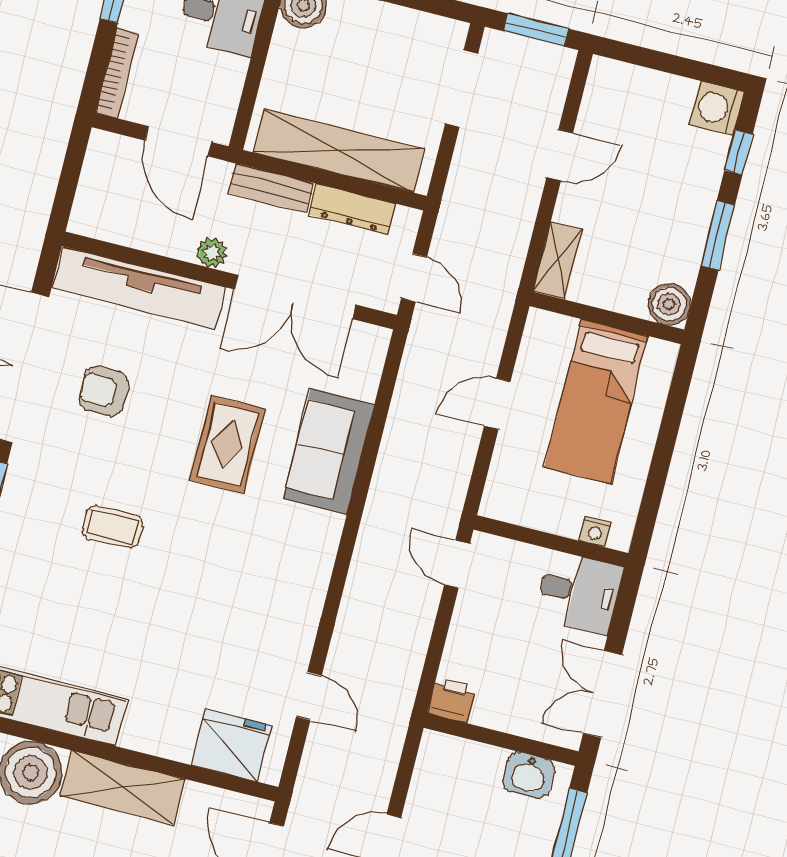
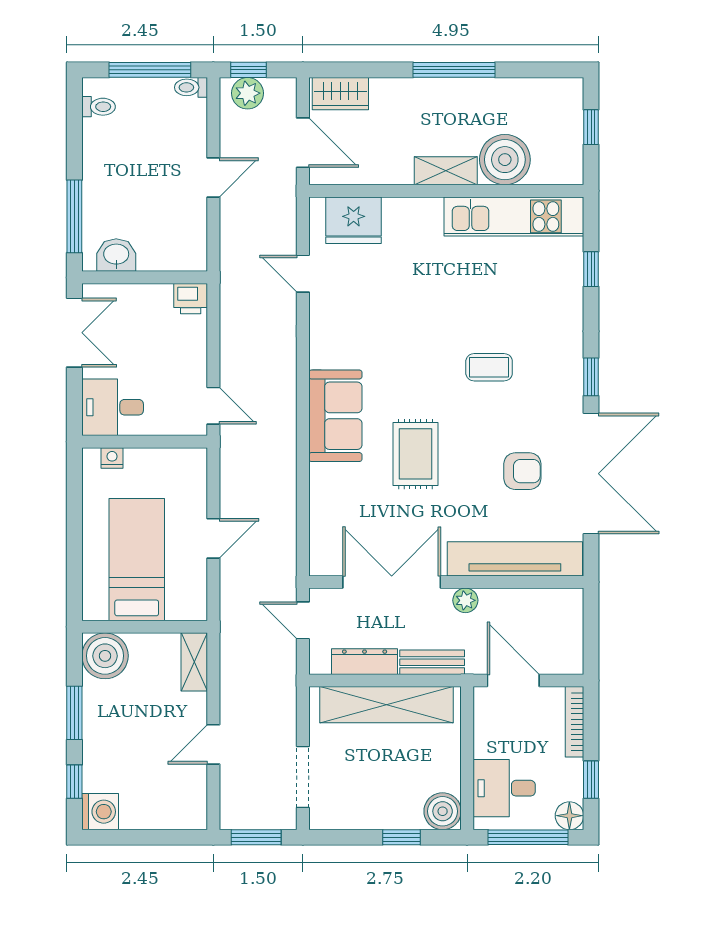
boiler: (669, 304) -> (105, 656), width x1.37, depth x1.37
sofa: (329, 451) -> (335, 416), moved
shelving: (123, 788) -> (446, 171), width x0.67, depth x0.75

